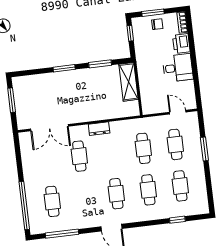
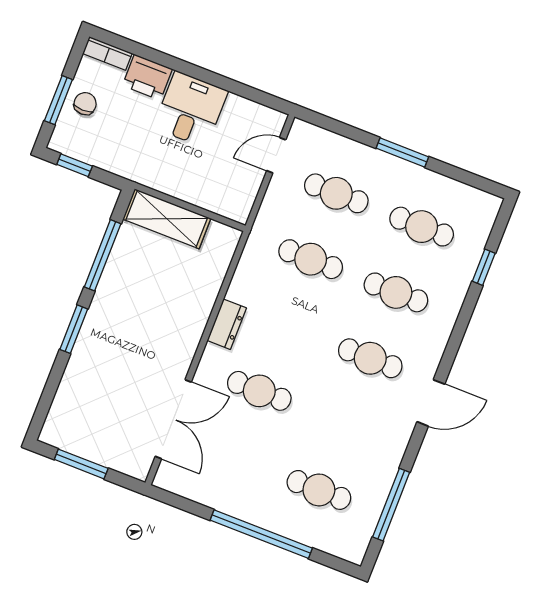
window: (100, 64) -> (103, 255), width x1.44
window: (204, 149) -> (402, 152), moved
window: (24, 205) -> (261, 534), moved

